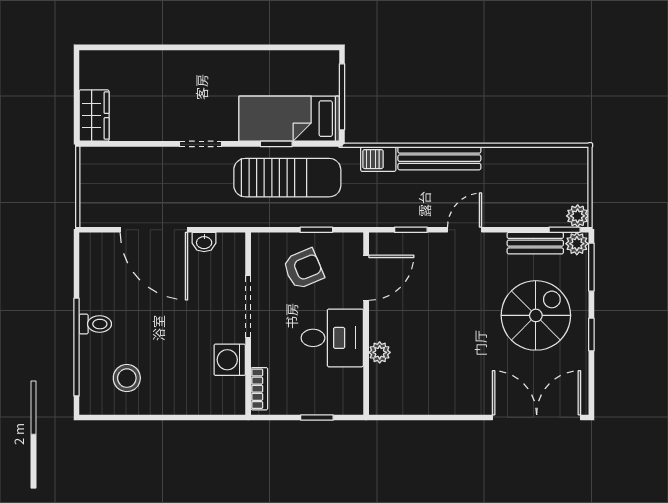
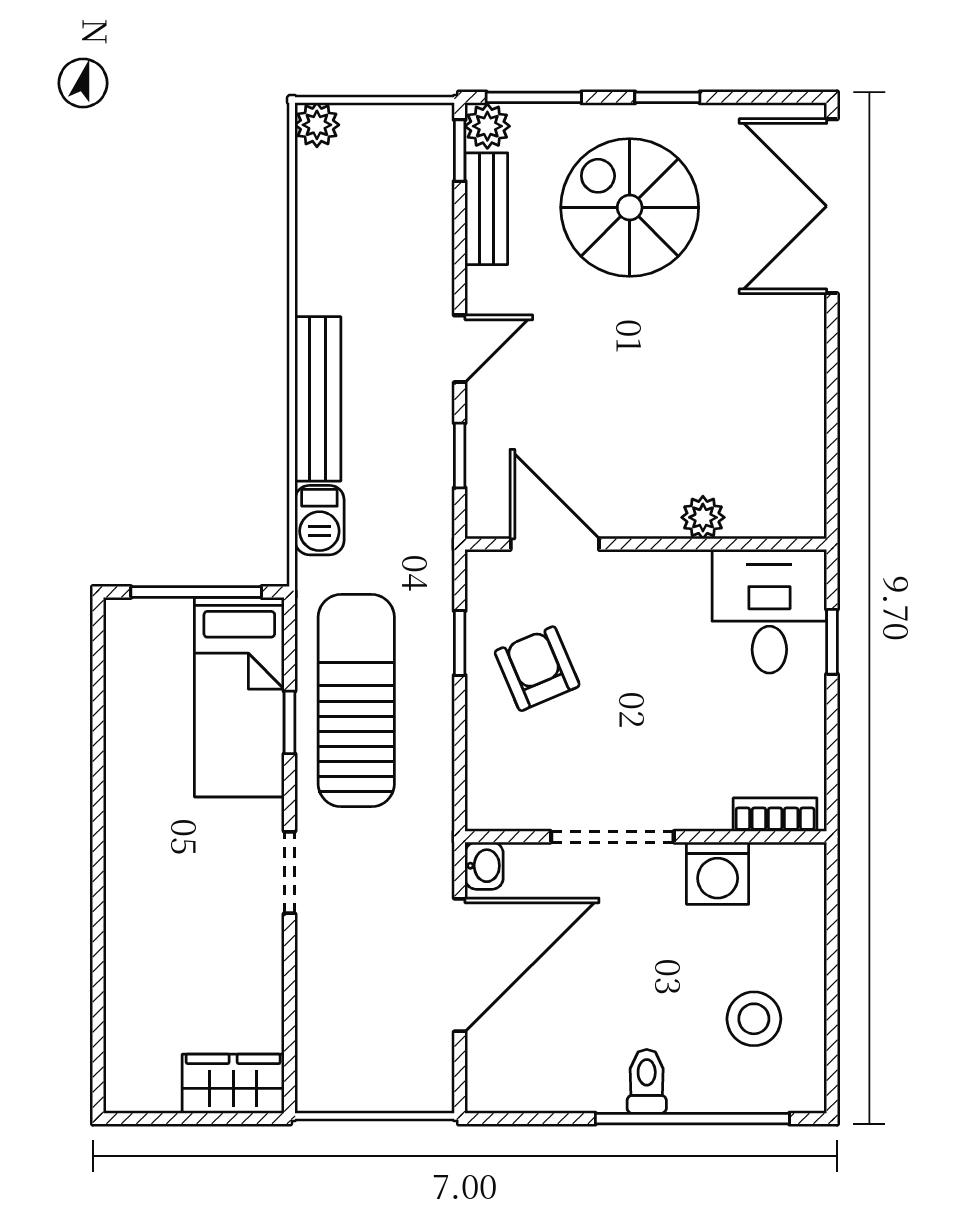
plant: (578, 216) -> (317, 125), moved
door: (465, 230) -> (460, 349), swing flipped
doorway: (248, 307) -> (612, 837), moved
wall: (248, 324) -> (646, 837), moved
desk: (332, 338) -> (769, 611), moved
washing machine: (230, 360) -> (718, 873), moved
bookcase: (259, 389) -> (775, 815), moved

